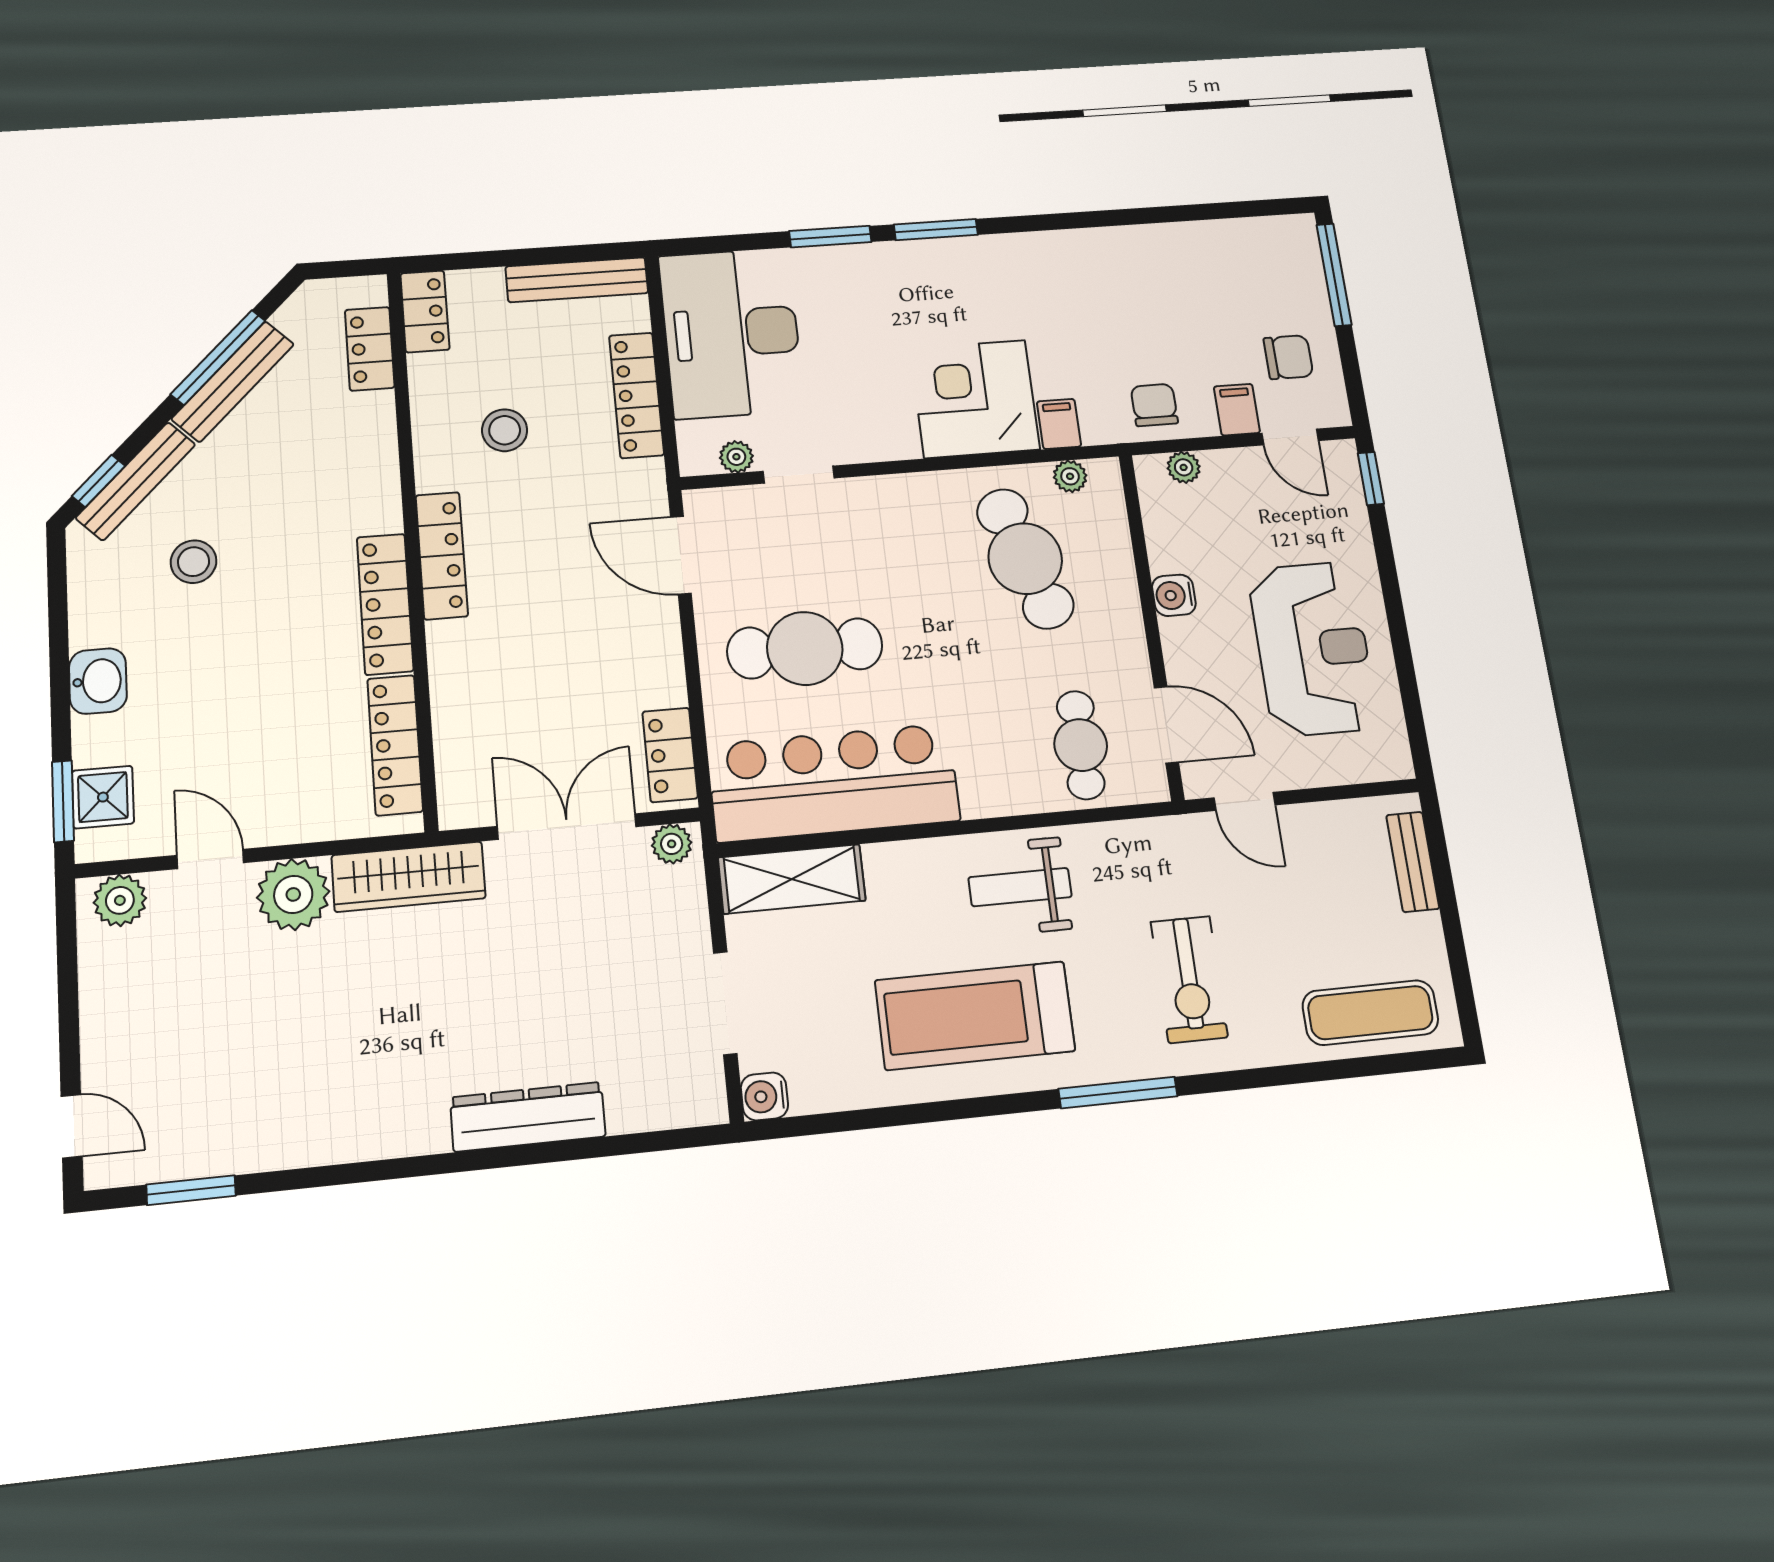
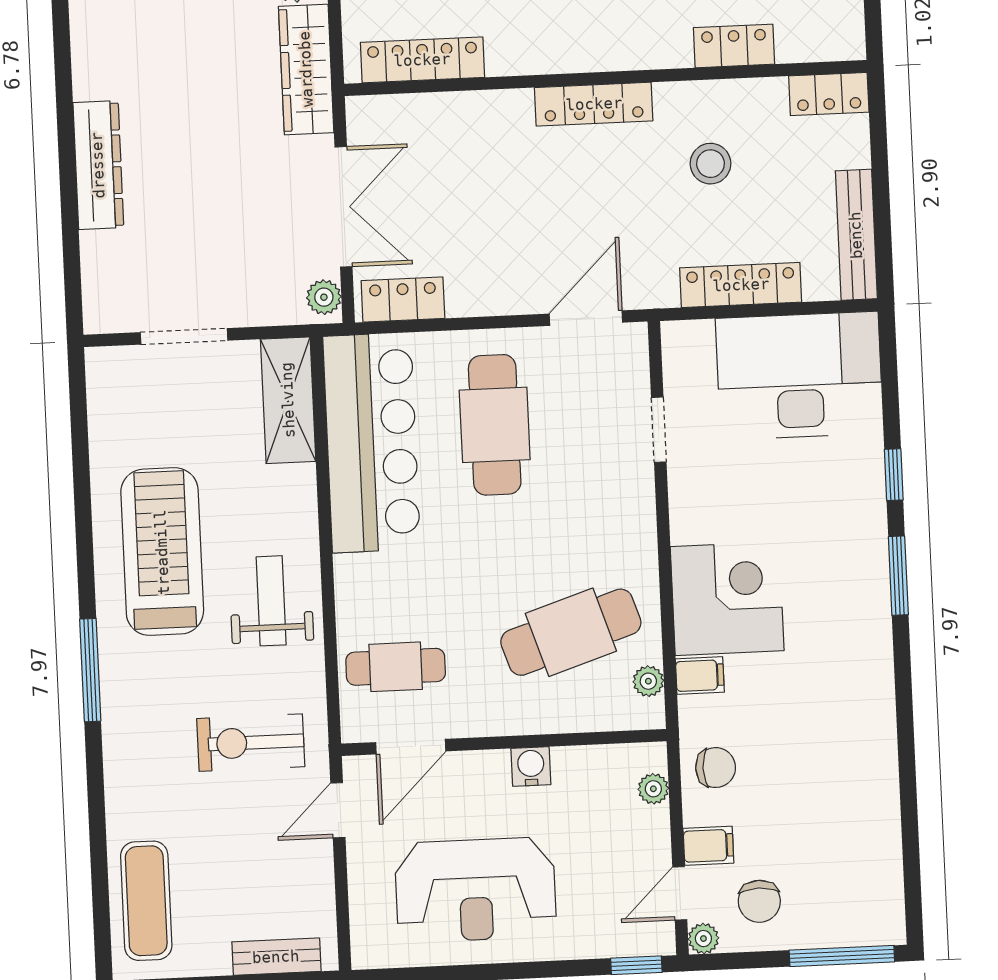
window: (830, 237) -> (894, 475), width x0.67
locker: (370, 349) -> (734, 46), moved
plant: (736, 457) -> (703, 939), moved
locker: (385, 604) -> (551, 53), removed
exercise bike: (1189, 979) -> (251, 743), moved
water cooler: (764, 1096) -> (104, 366), removed

